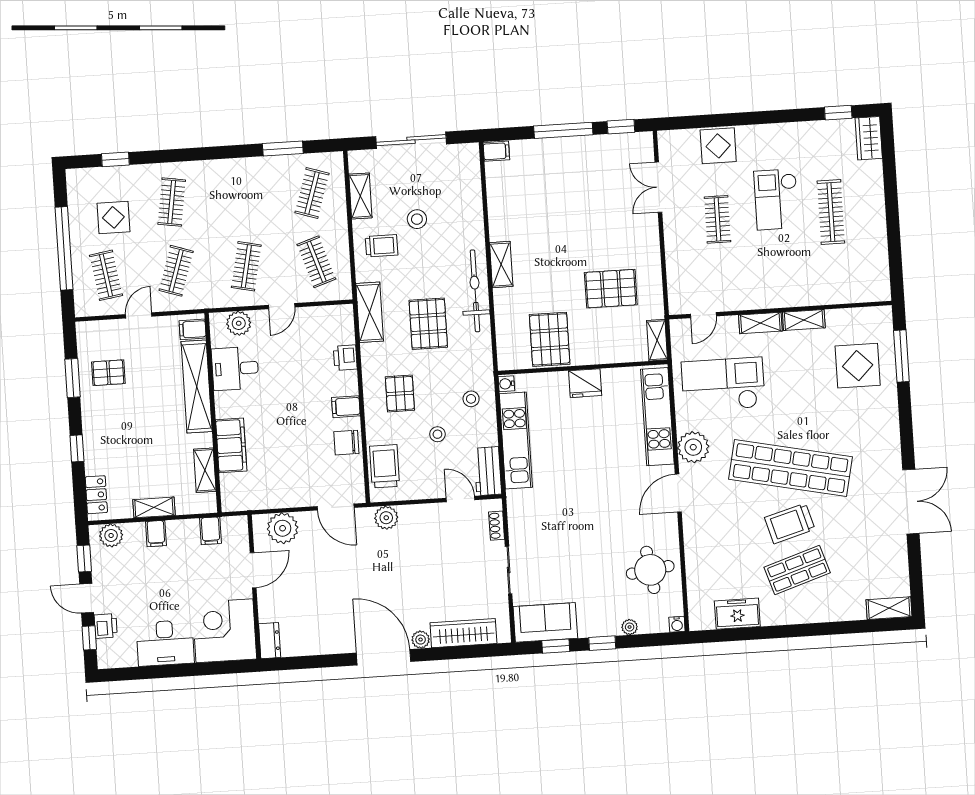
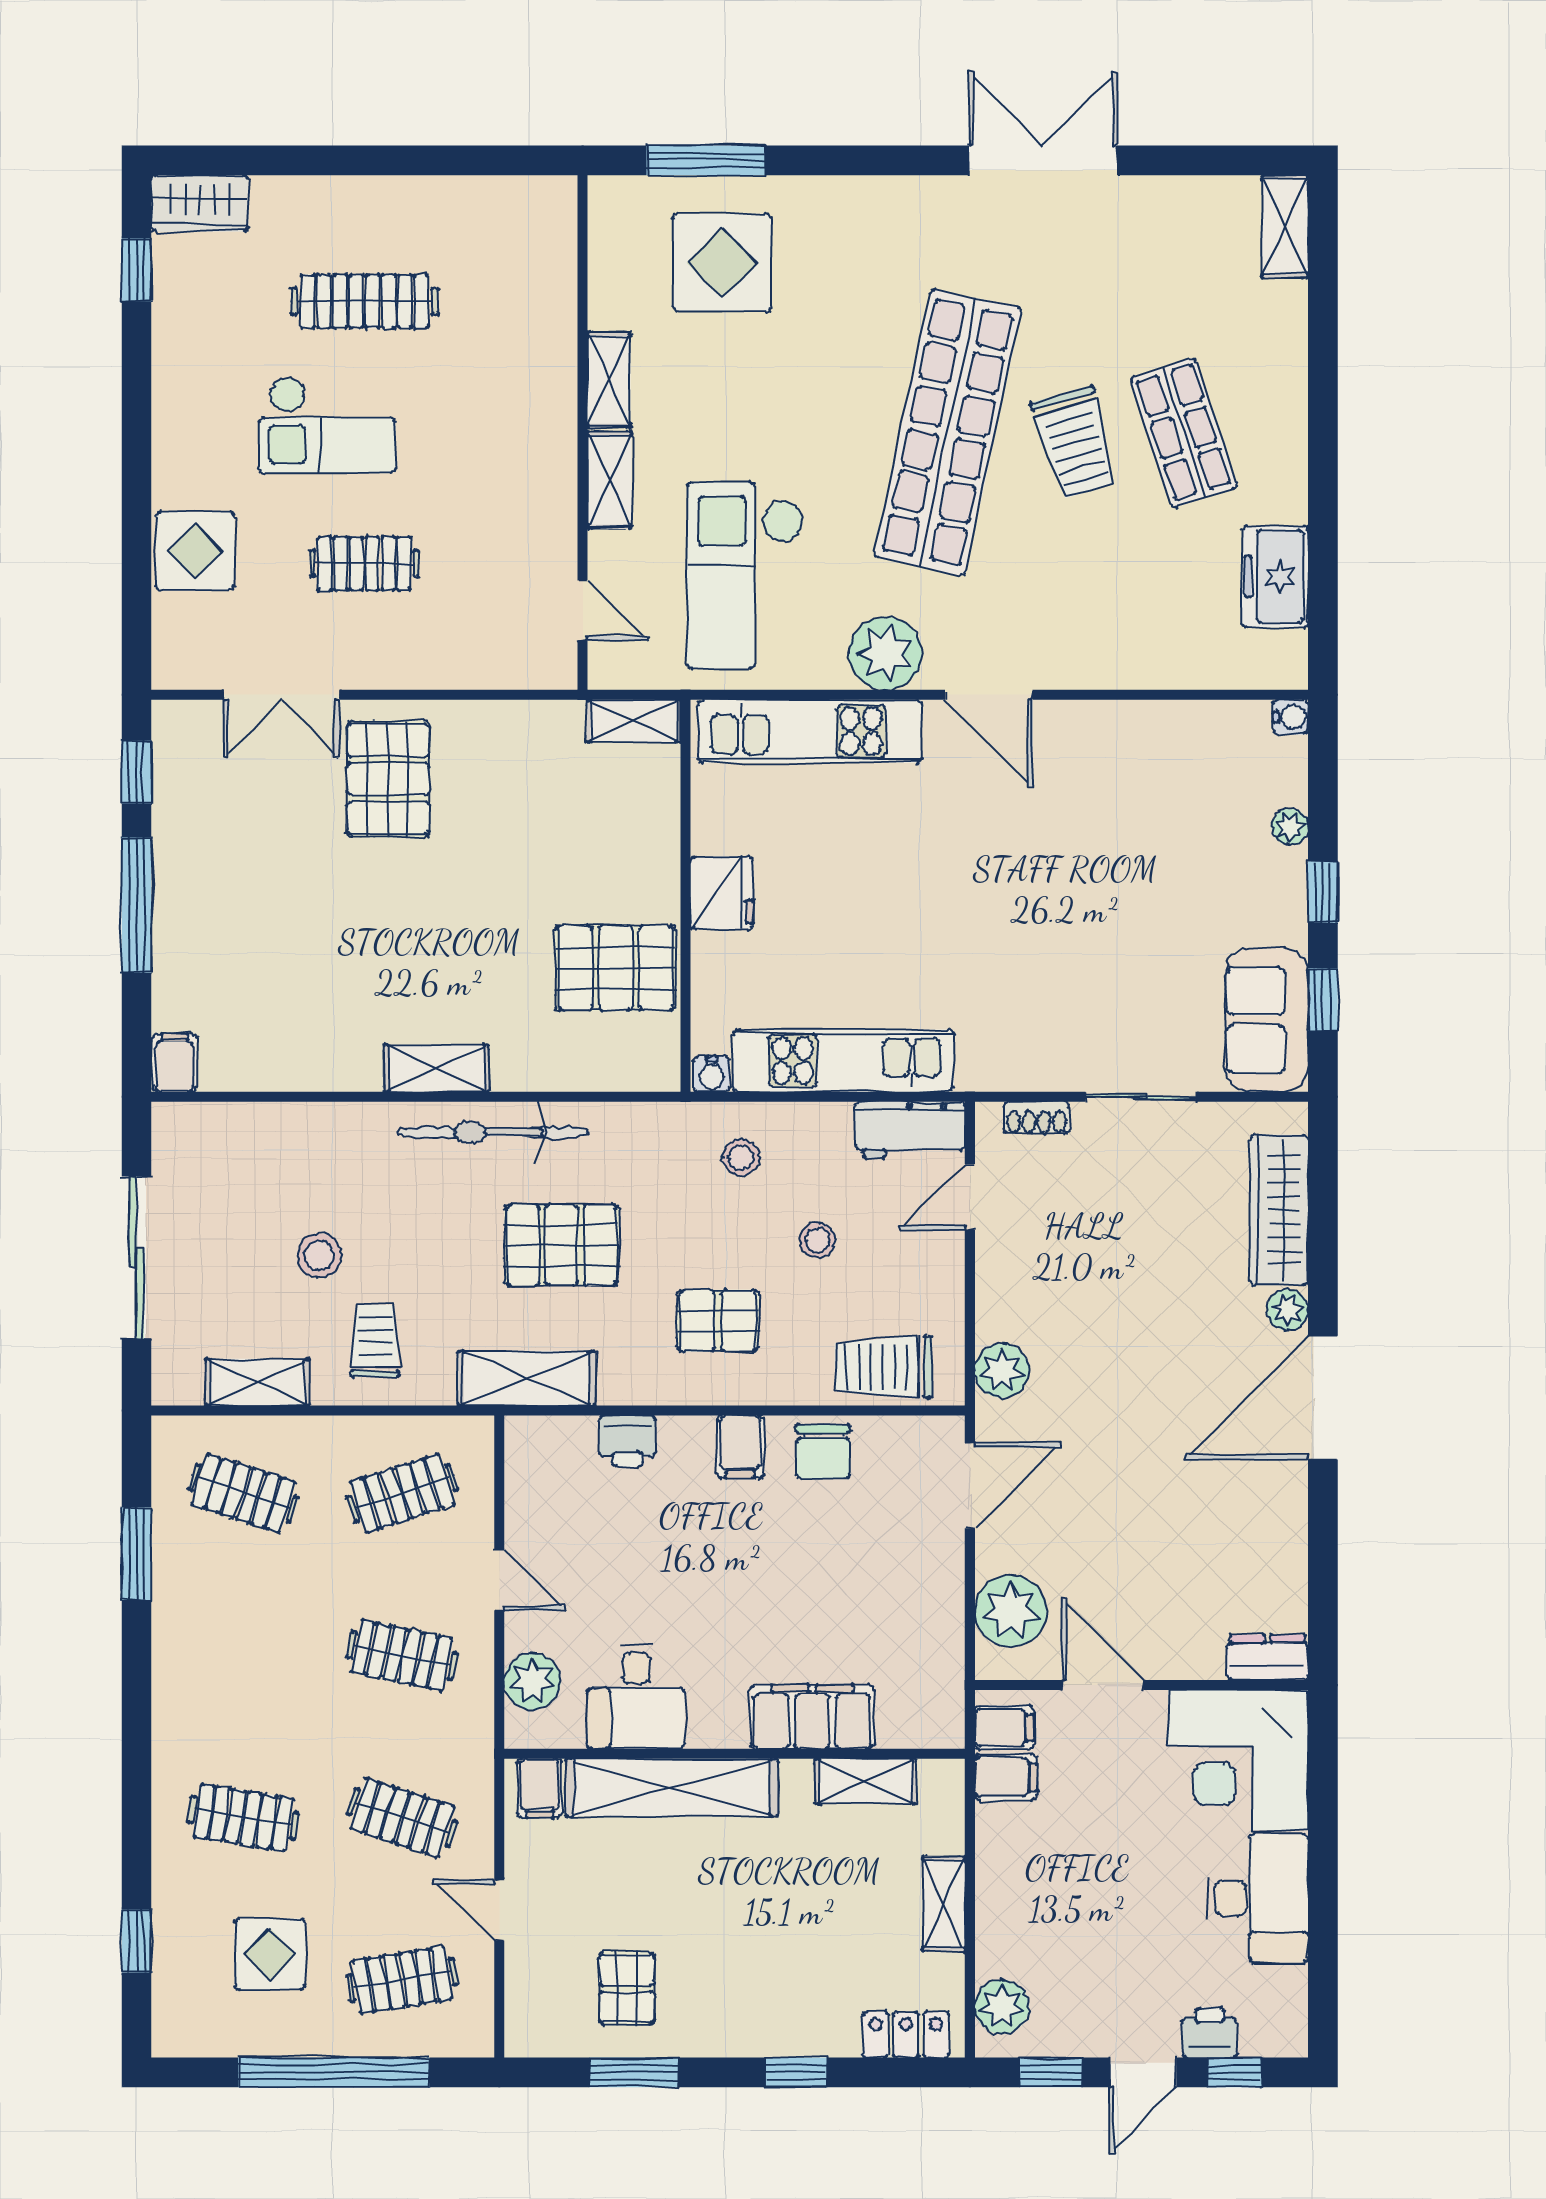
pallet: (611, 289) -> (388, 779), moved
filing cabinet: (156, 534) -> (1004, 1728), moved
round table: (650, 570) -> (1161, 771), removed

